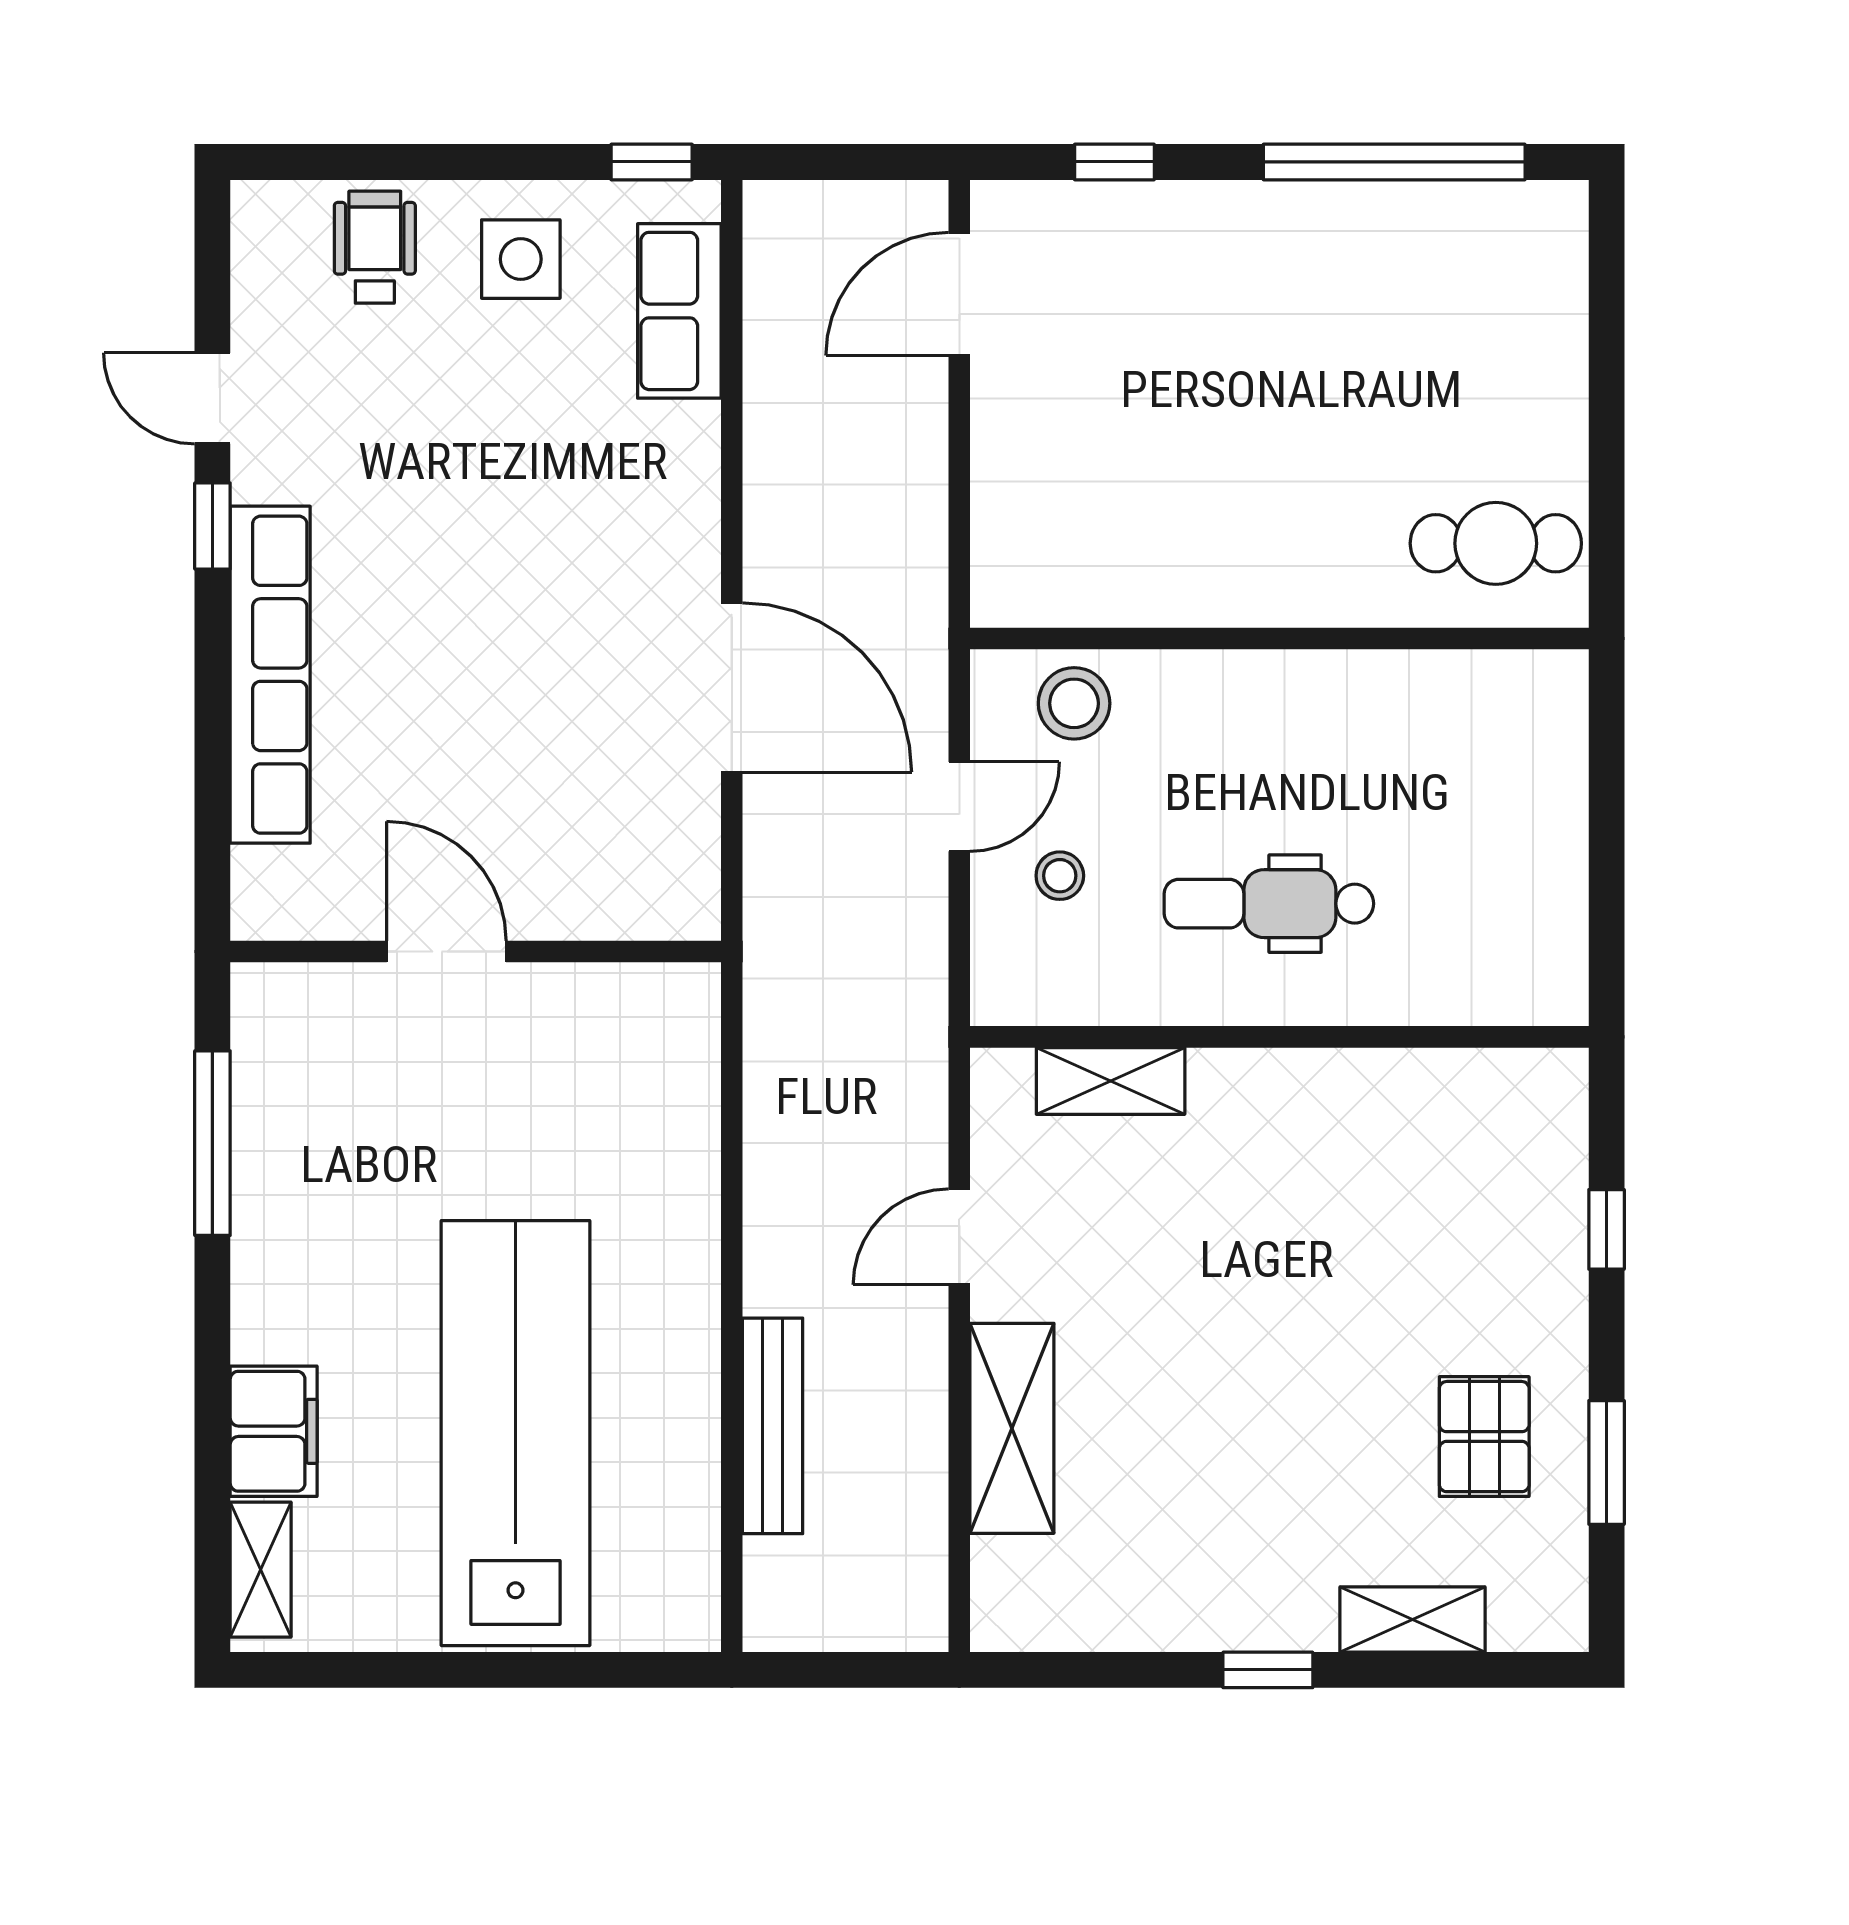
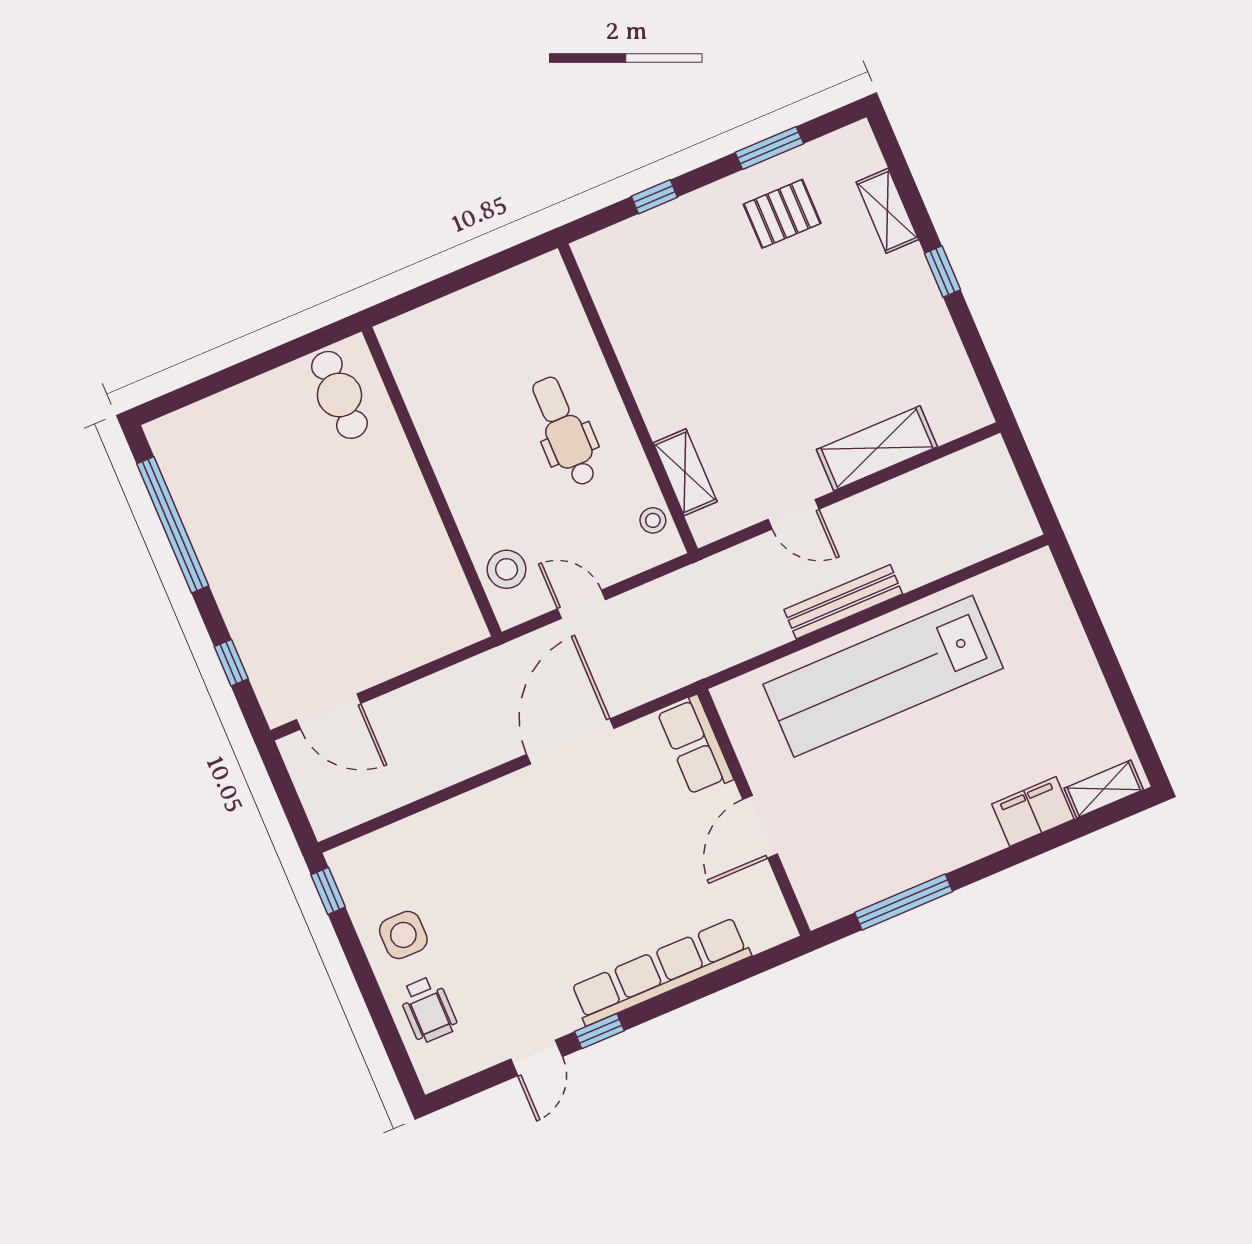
wheelchair: (375, 247) -> (428, 1009), turned -90
row of seats: (679, 311) -> (695, 745), moved, turned 90
stool: (1060, 876) -> (653, 520), moved
dental chair: (1269, 904) -> (565, 431), turned 180
bench: (773, 1426) -> (843, 602), moved
lab bench: (515, 1433) -> (883, 676), moved

